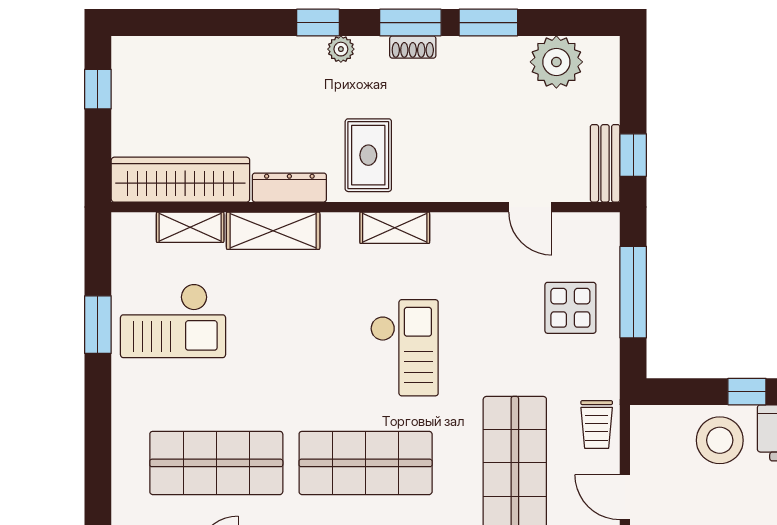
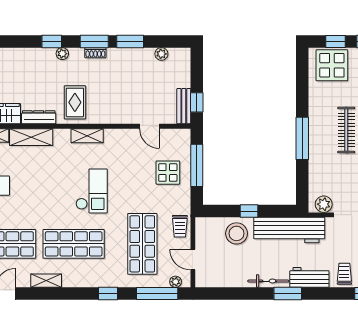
plant: (556, 62) -> (161, 54), width x0.53, depth x0.53

